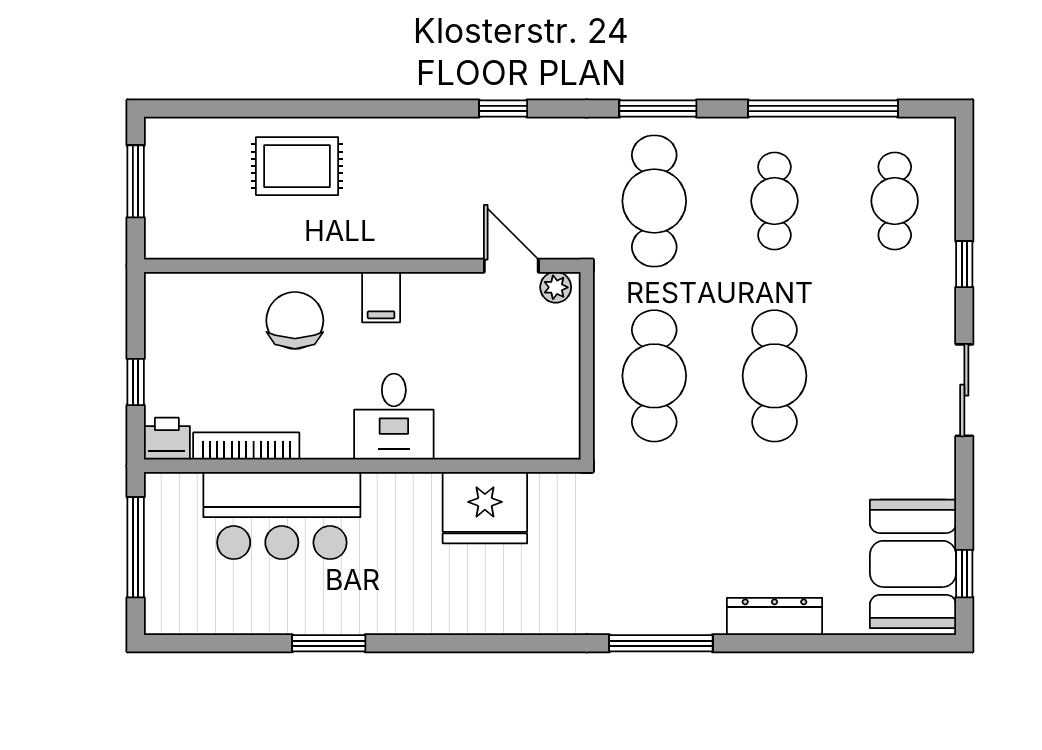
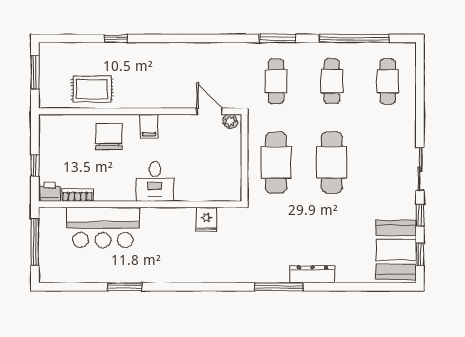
window: (503, 109) -> (116, 38), moved
rug: (297, 166) -> (92, 89), moved
cafe table: (654, 201) -> (276, 81), width x0.73, depth x0.74
window: (964, 264) -> (420, 215), moved
bookcase: (246, 446) -> (77, 195), width x0.64
fridge: (485, 508) -> (206, 220), width x0.53, depth x0.75
dresser: (774, 616) -> (312, 274), moved

